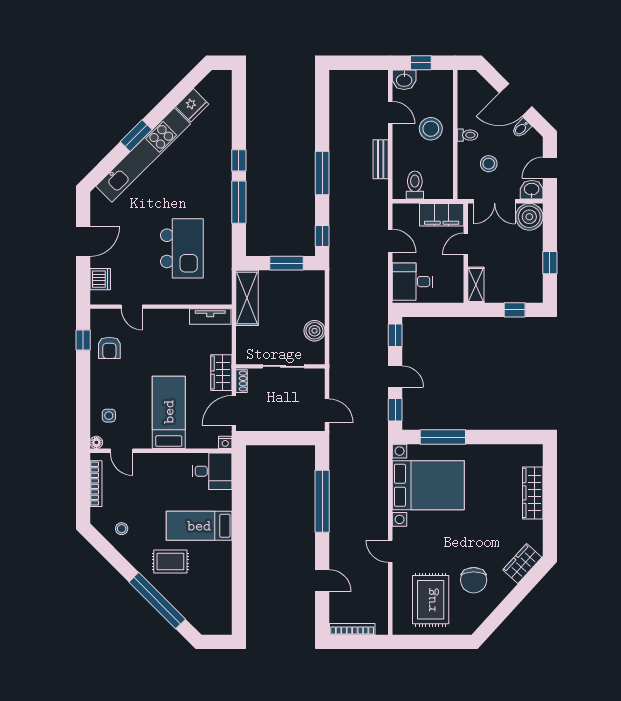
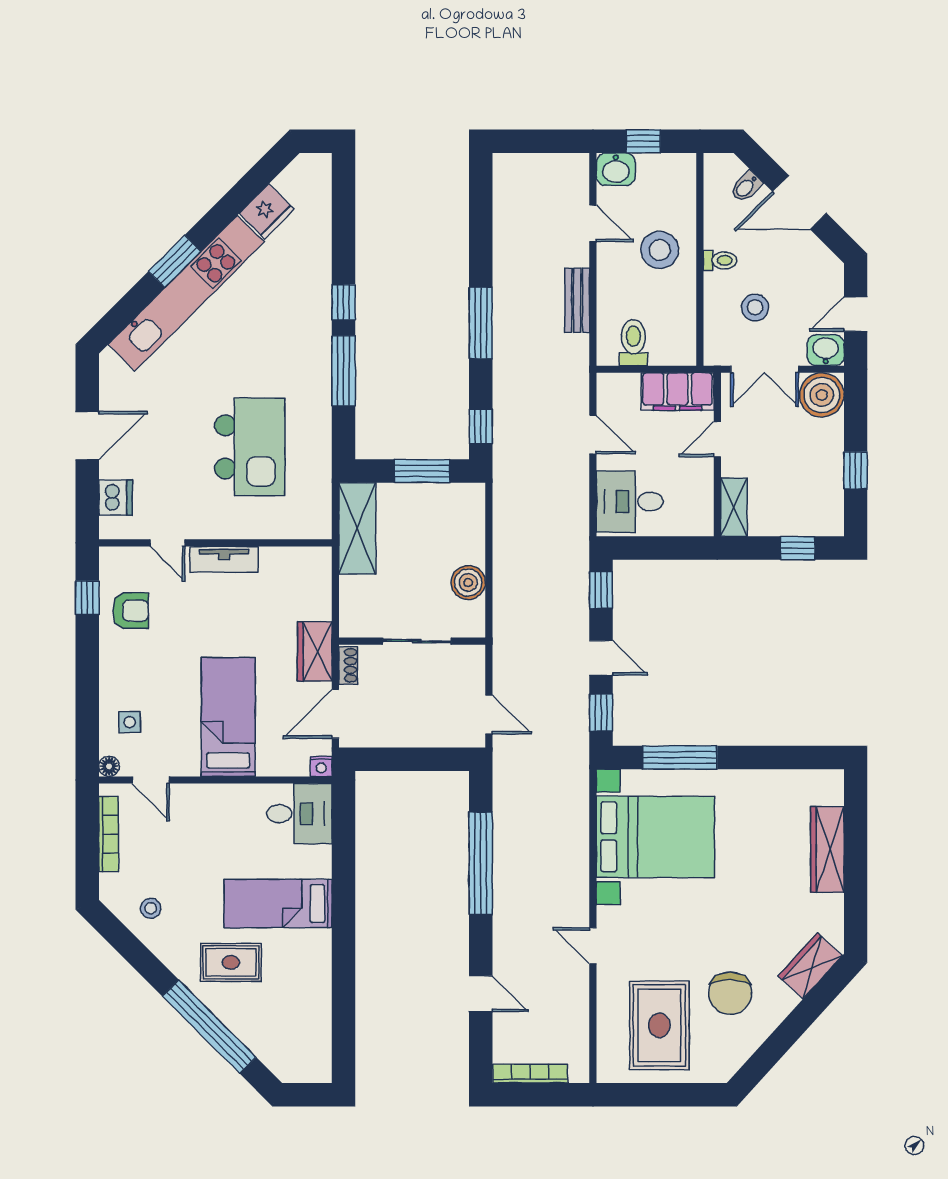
bidet: (521, 128) -> (746, 187), moved
tv unit: (210, 317) -> (224, 559), moved
armchair: (109, 348) -> (131, 611), turned -90

